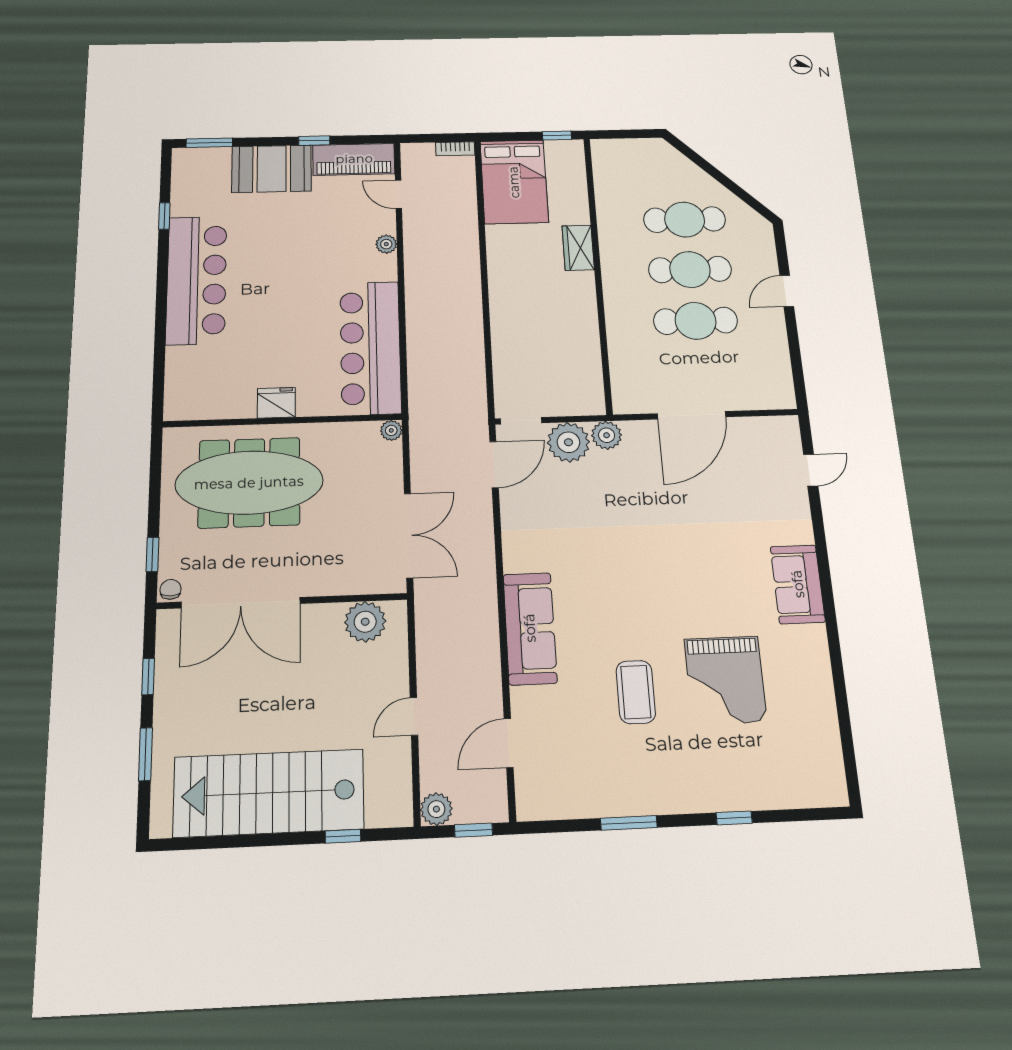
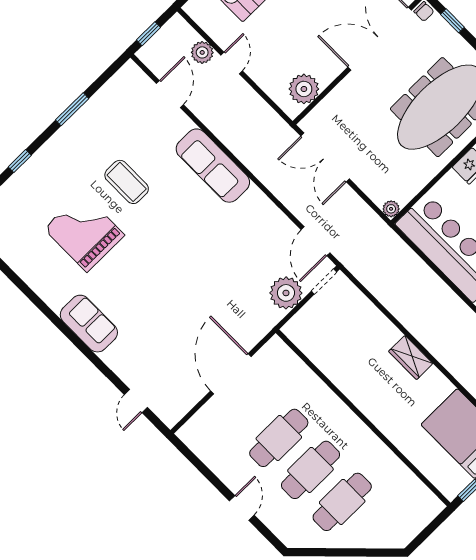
wardrobe: (578, 248) -> (411, 357), moved, turned 180
plant: (607, 435) -> (268, 317), removed
plant: (436, 809) -> (202, 52), moved

